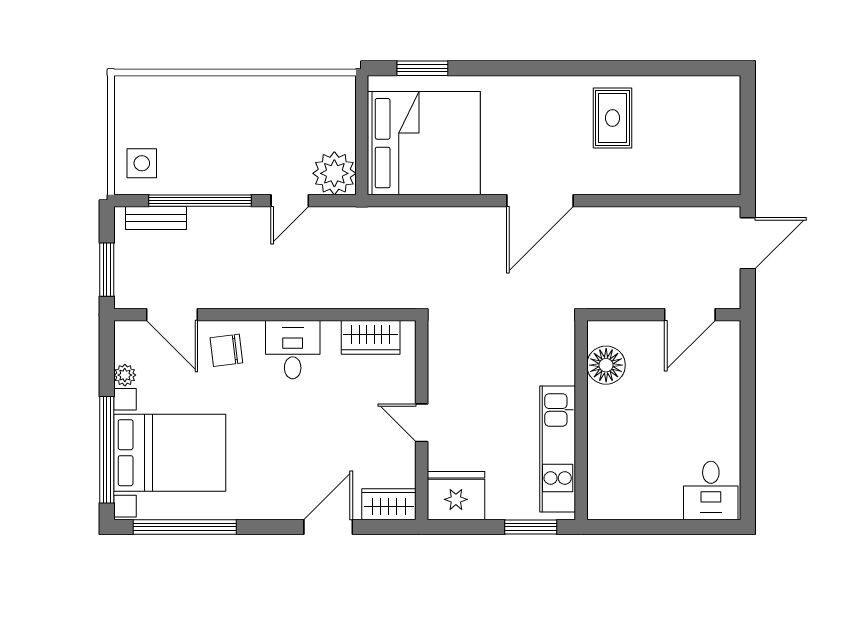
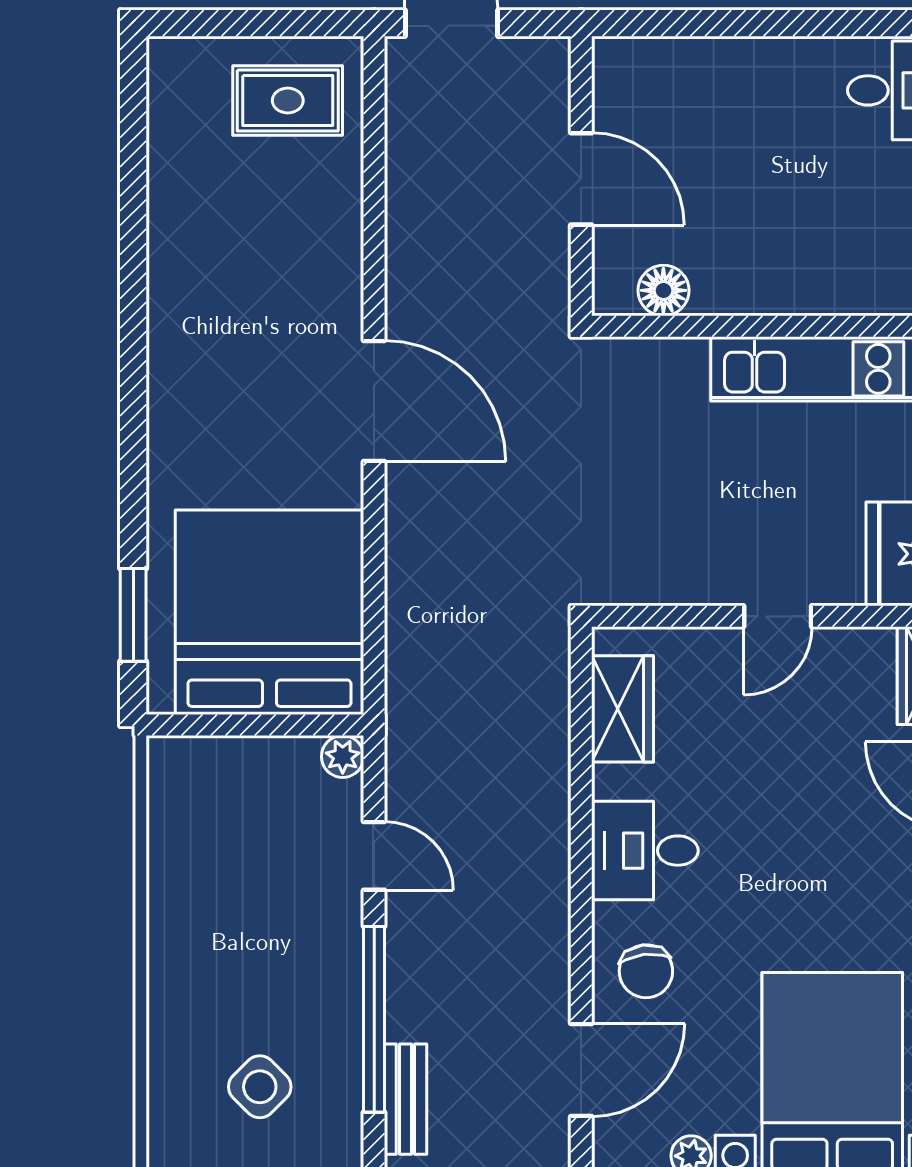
rug: (612, 118) -> (288, 101), moved
side table: (142, 163) -> (260, 1087), moved, turned 45
plant: (334, 173) -> (343, 757), width x0.53, depth x0.53
door: (690, 315) -> (581, 179), moved
floor lamp: (606, 365) -> (663, 290), width x0.73, depth x0.73

